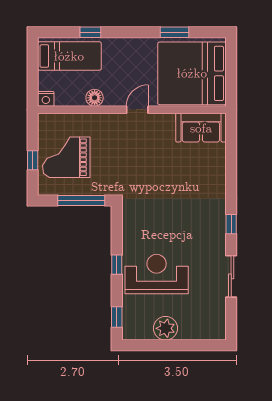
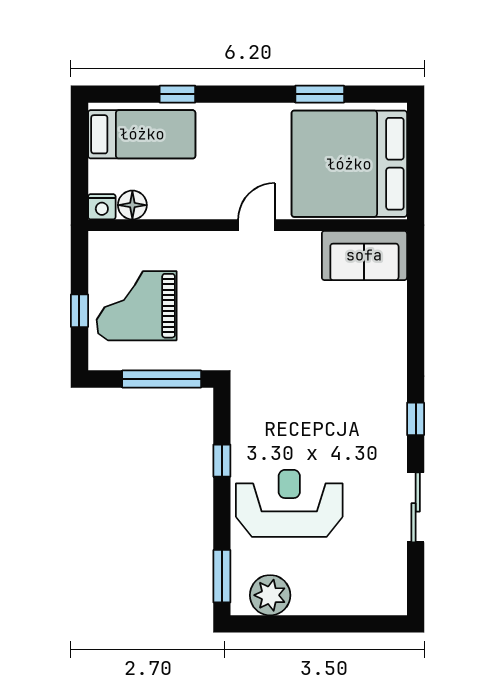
floor lamp: (95, 98) -> (132, 205), moved
window: (117, 265) -> (222, 461), moved
window: (117, 317) -> (222, 576), width x1.50
plant: (166, 328) -> (270, 595), moved

